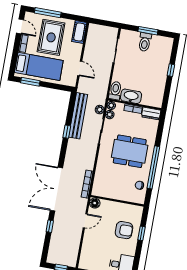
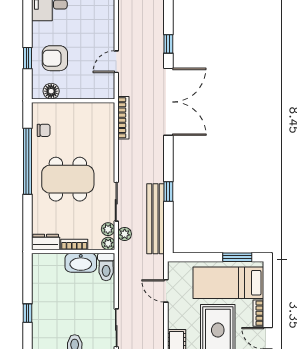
floor lamp: (95, 203) -> (51, 91), moved

